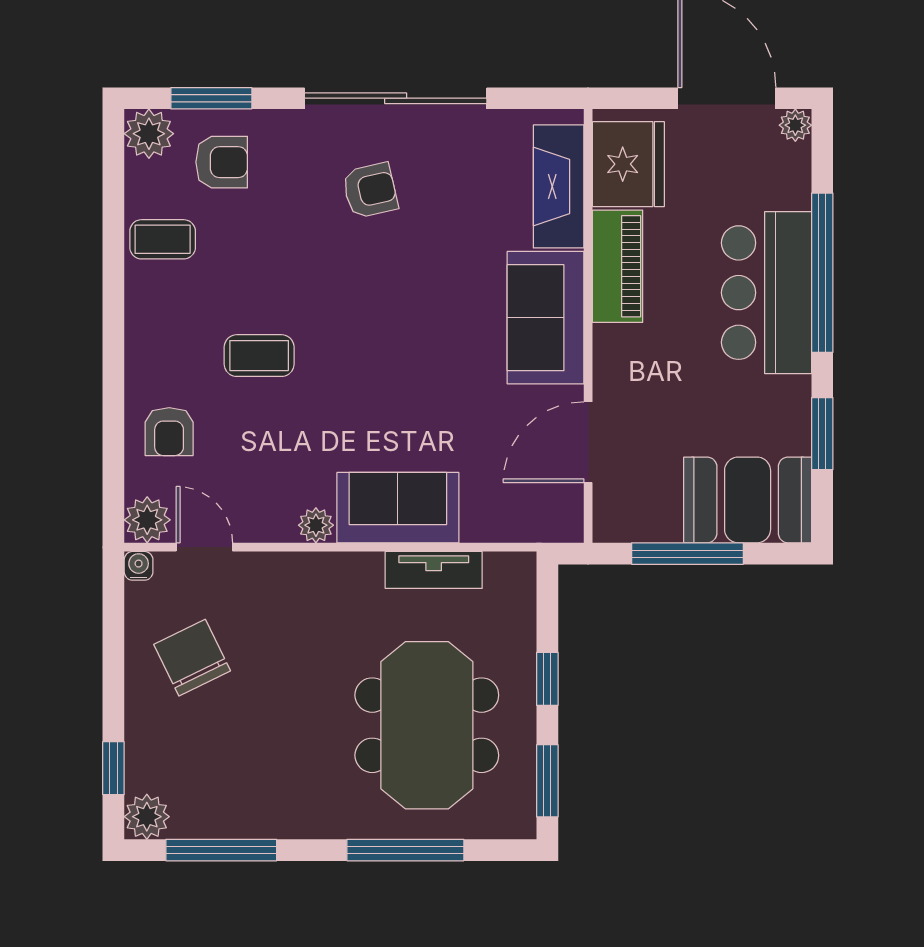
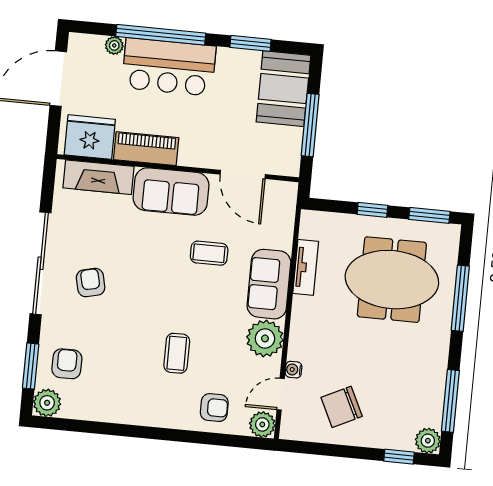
plant: (795, 125) -> (114, 45), moved
coffee table: (163, 239) -> (209, 253), moved, turned 90
plant: (316, 525) -> (265, 338), width x1.88, depth x1.88
water cooler: (139, 566) -> (293, 370), moved

